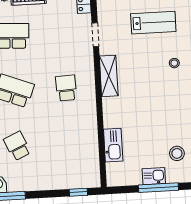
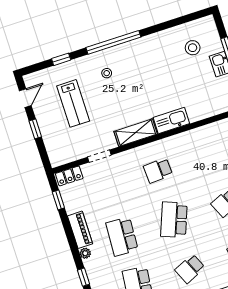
lab bench: (153, 23) -> (73, 103), turned 180
kitchen sink: (113, 145) -> (171, 120), moved

